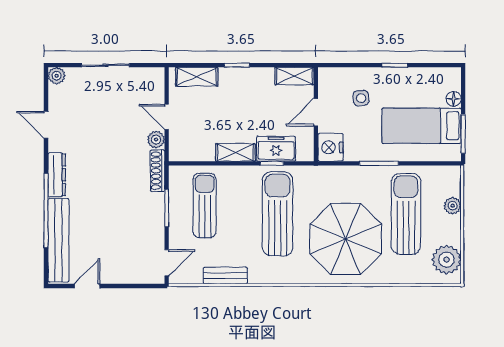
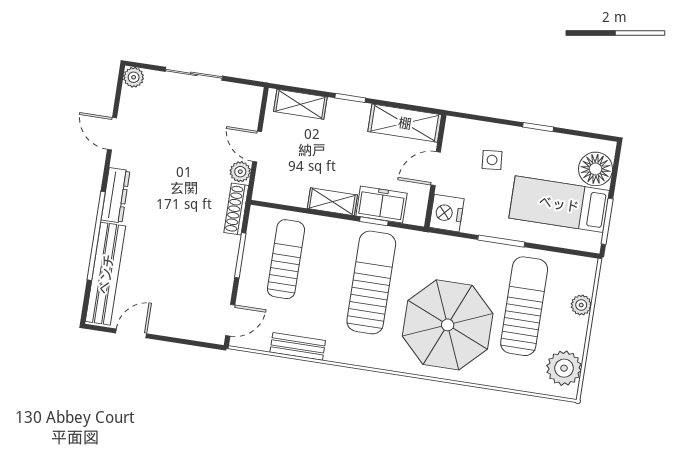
shelving: (294, 76) -> (405, 123), width x1.50, depth x1.33
floor lamp: (454, 99) -> (596, 169), width x1.89, depth x1.89

